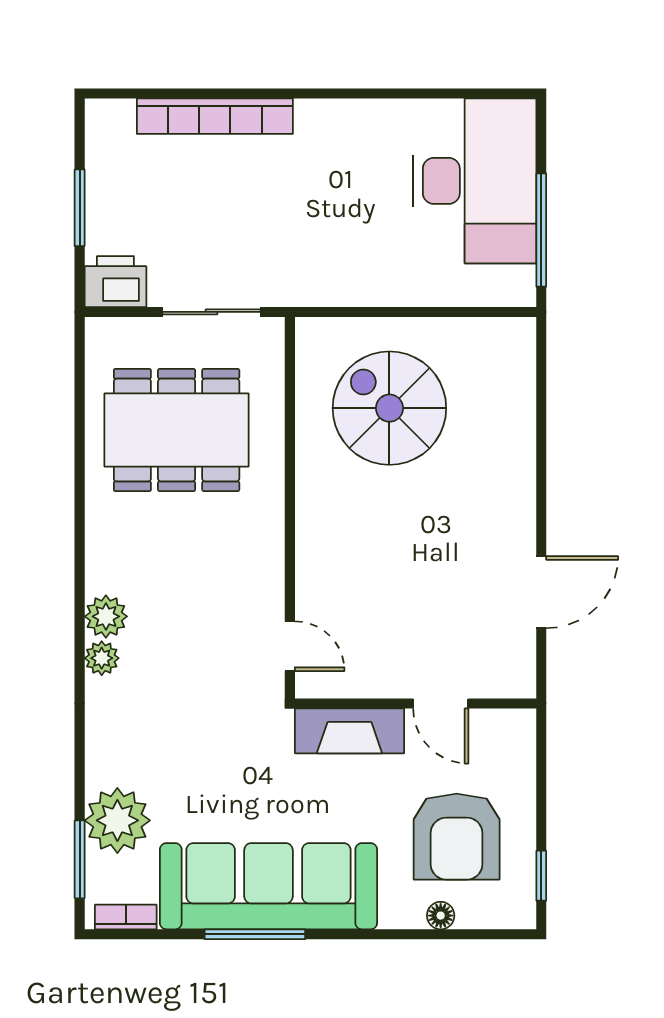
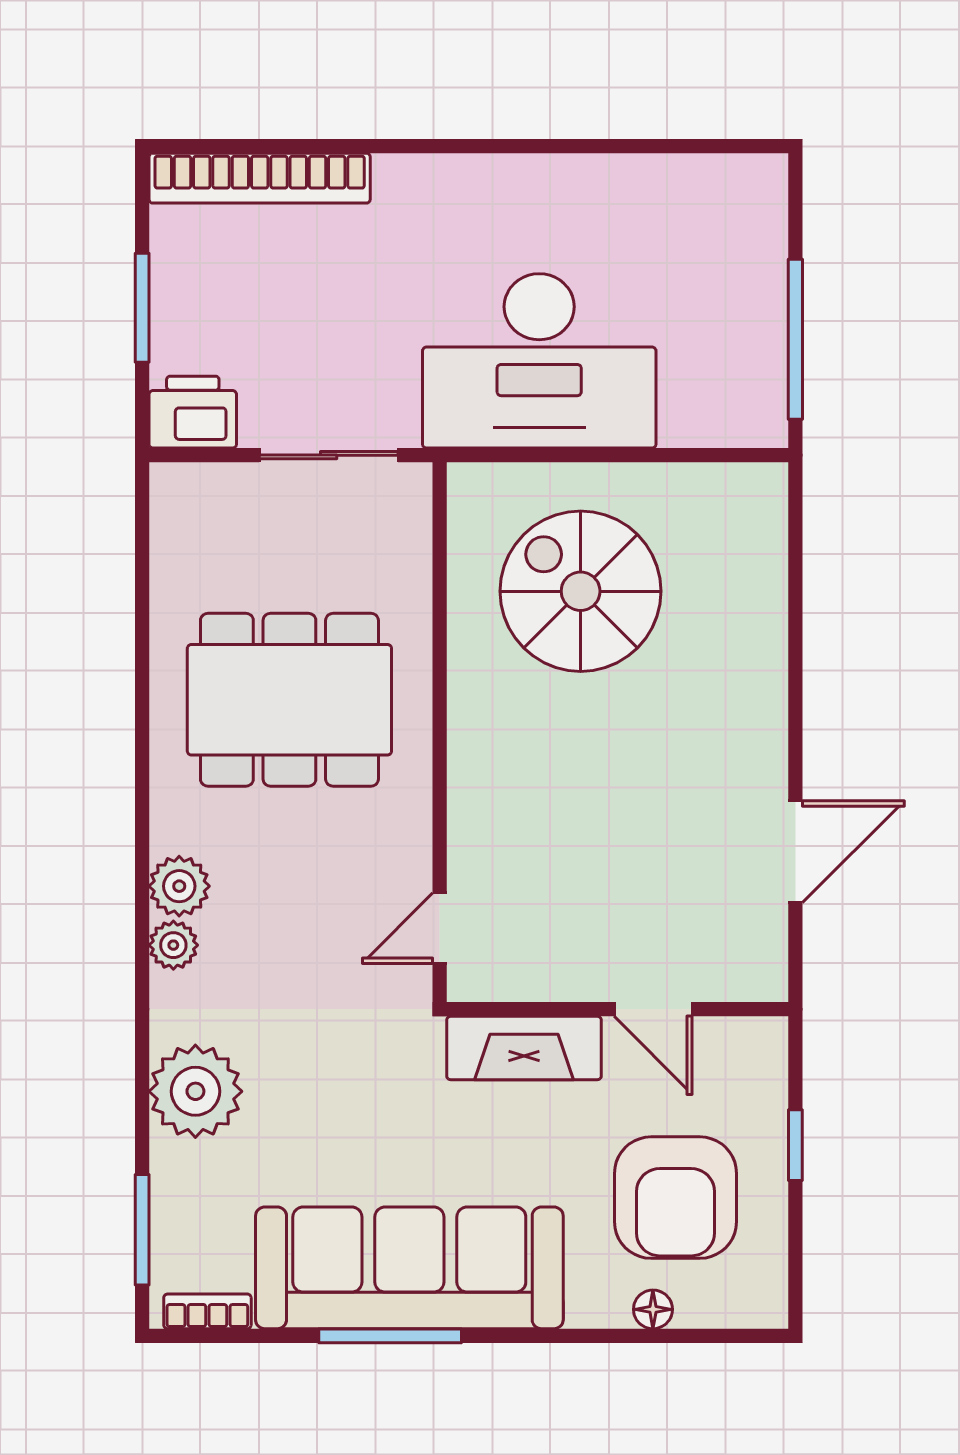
bookcase: (215, 116) -> (260, 178), moved
desk: (475, 181) -> (539, 361), moved, turned 90
dining table: (177, 430) -> (289, 700), moved
door: (290, 646) -> (440, 928), swing flipped
plant: (117, 820) -> (195, 1091), moved
window: (541, 876) -> (795, 1145), moved

